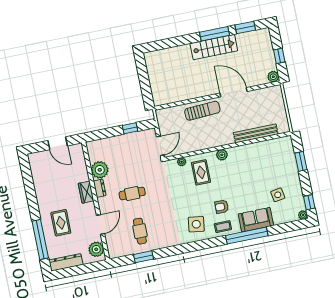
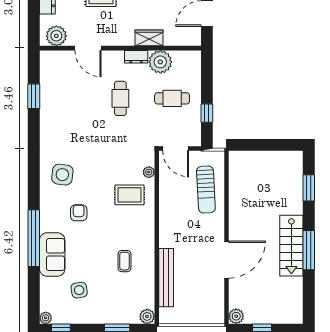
window: (245, 27) -> (309, 188), moved
sun lounger: (202, 111) -> (206, 190), moved
plant: (222, 155) -> (147, 316), moved
wardrobe: (86, 192) -> (149, 38), moved
coffee table: (223, 227) -> (124, 261), moved
cafe table: (140, 231) -> (172, 98), moved

